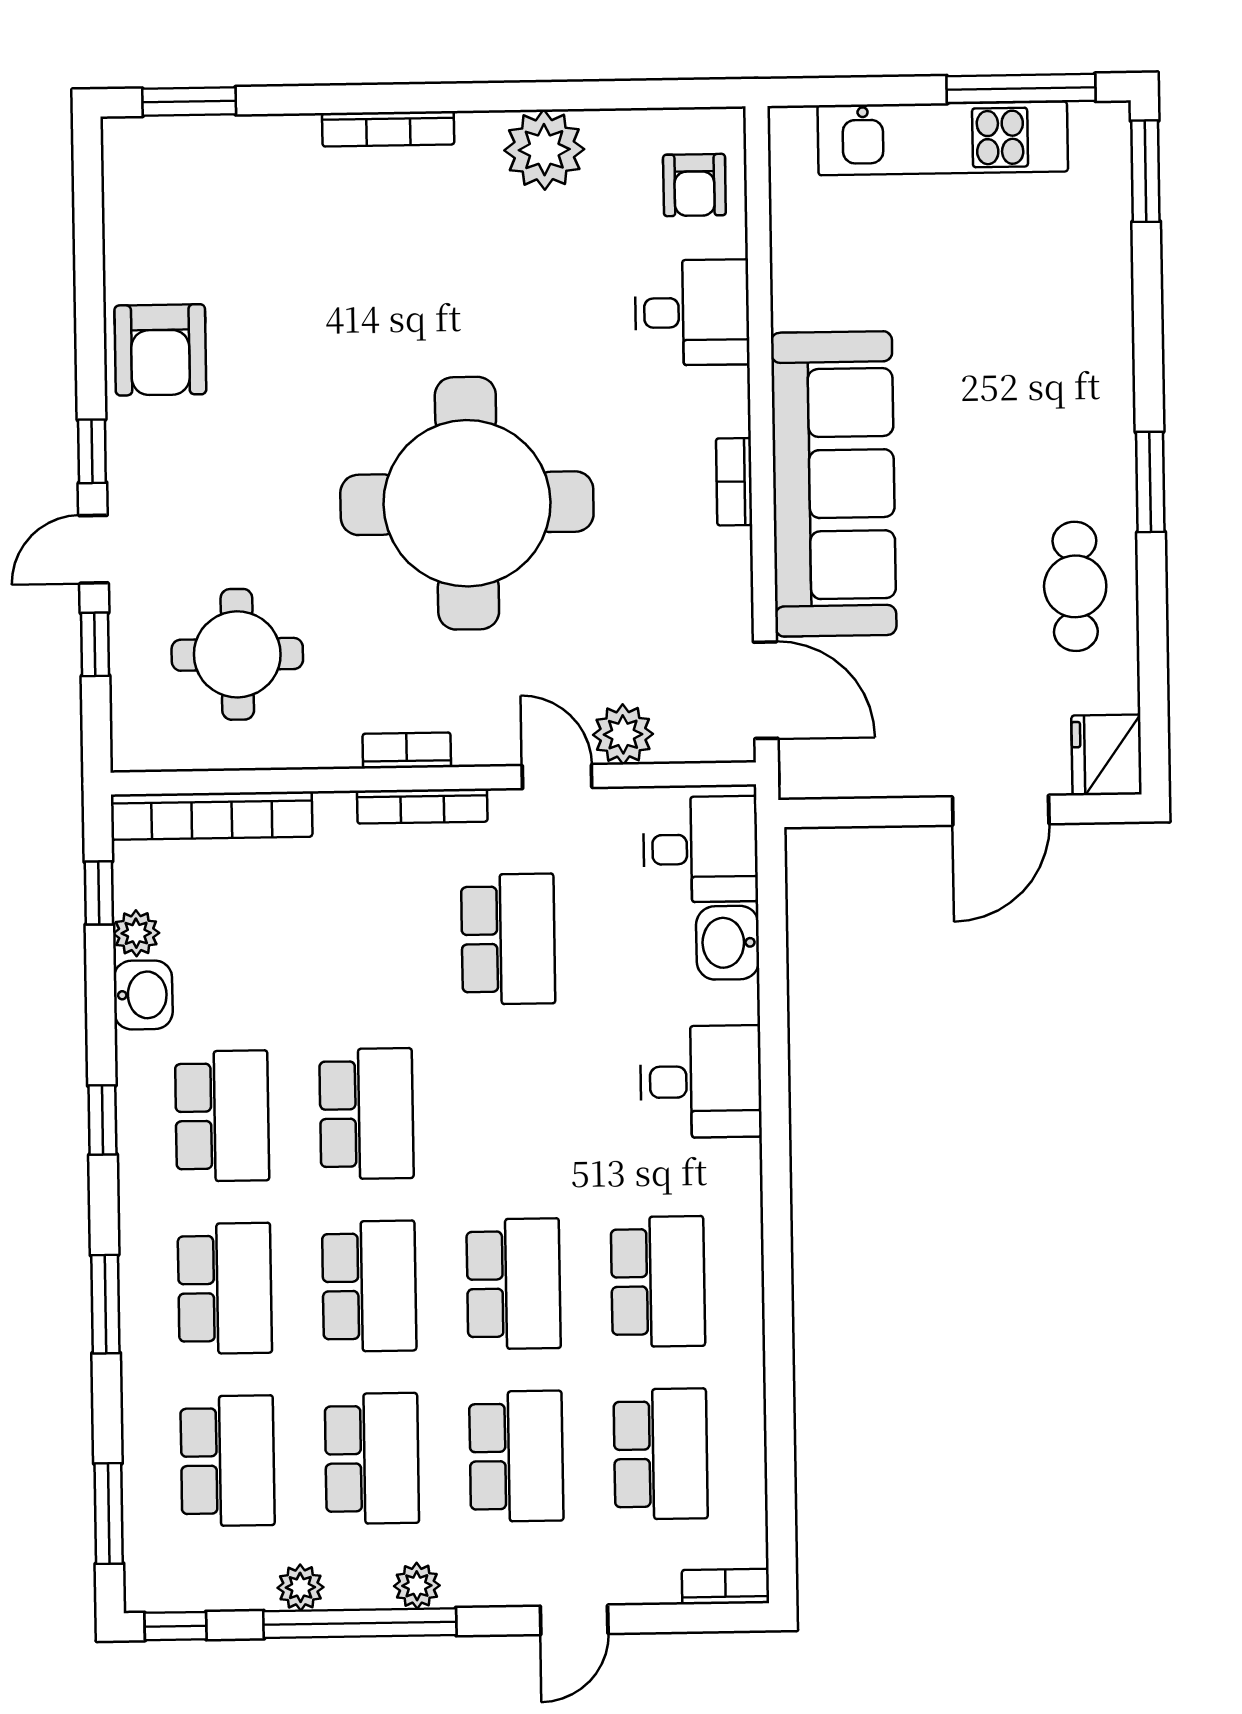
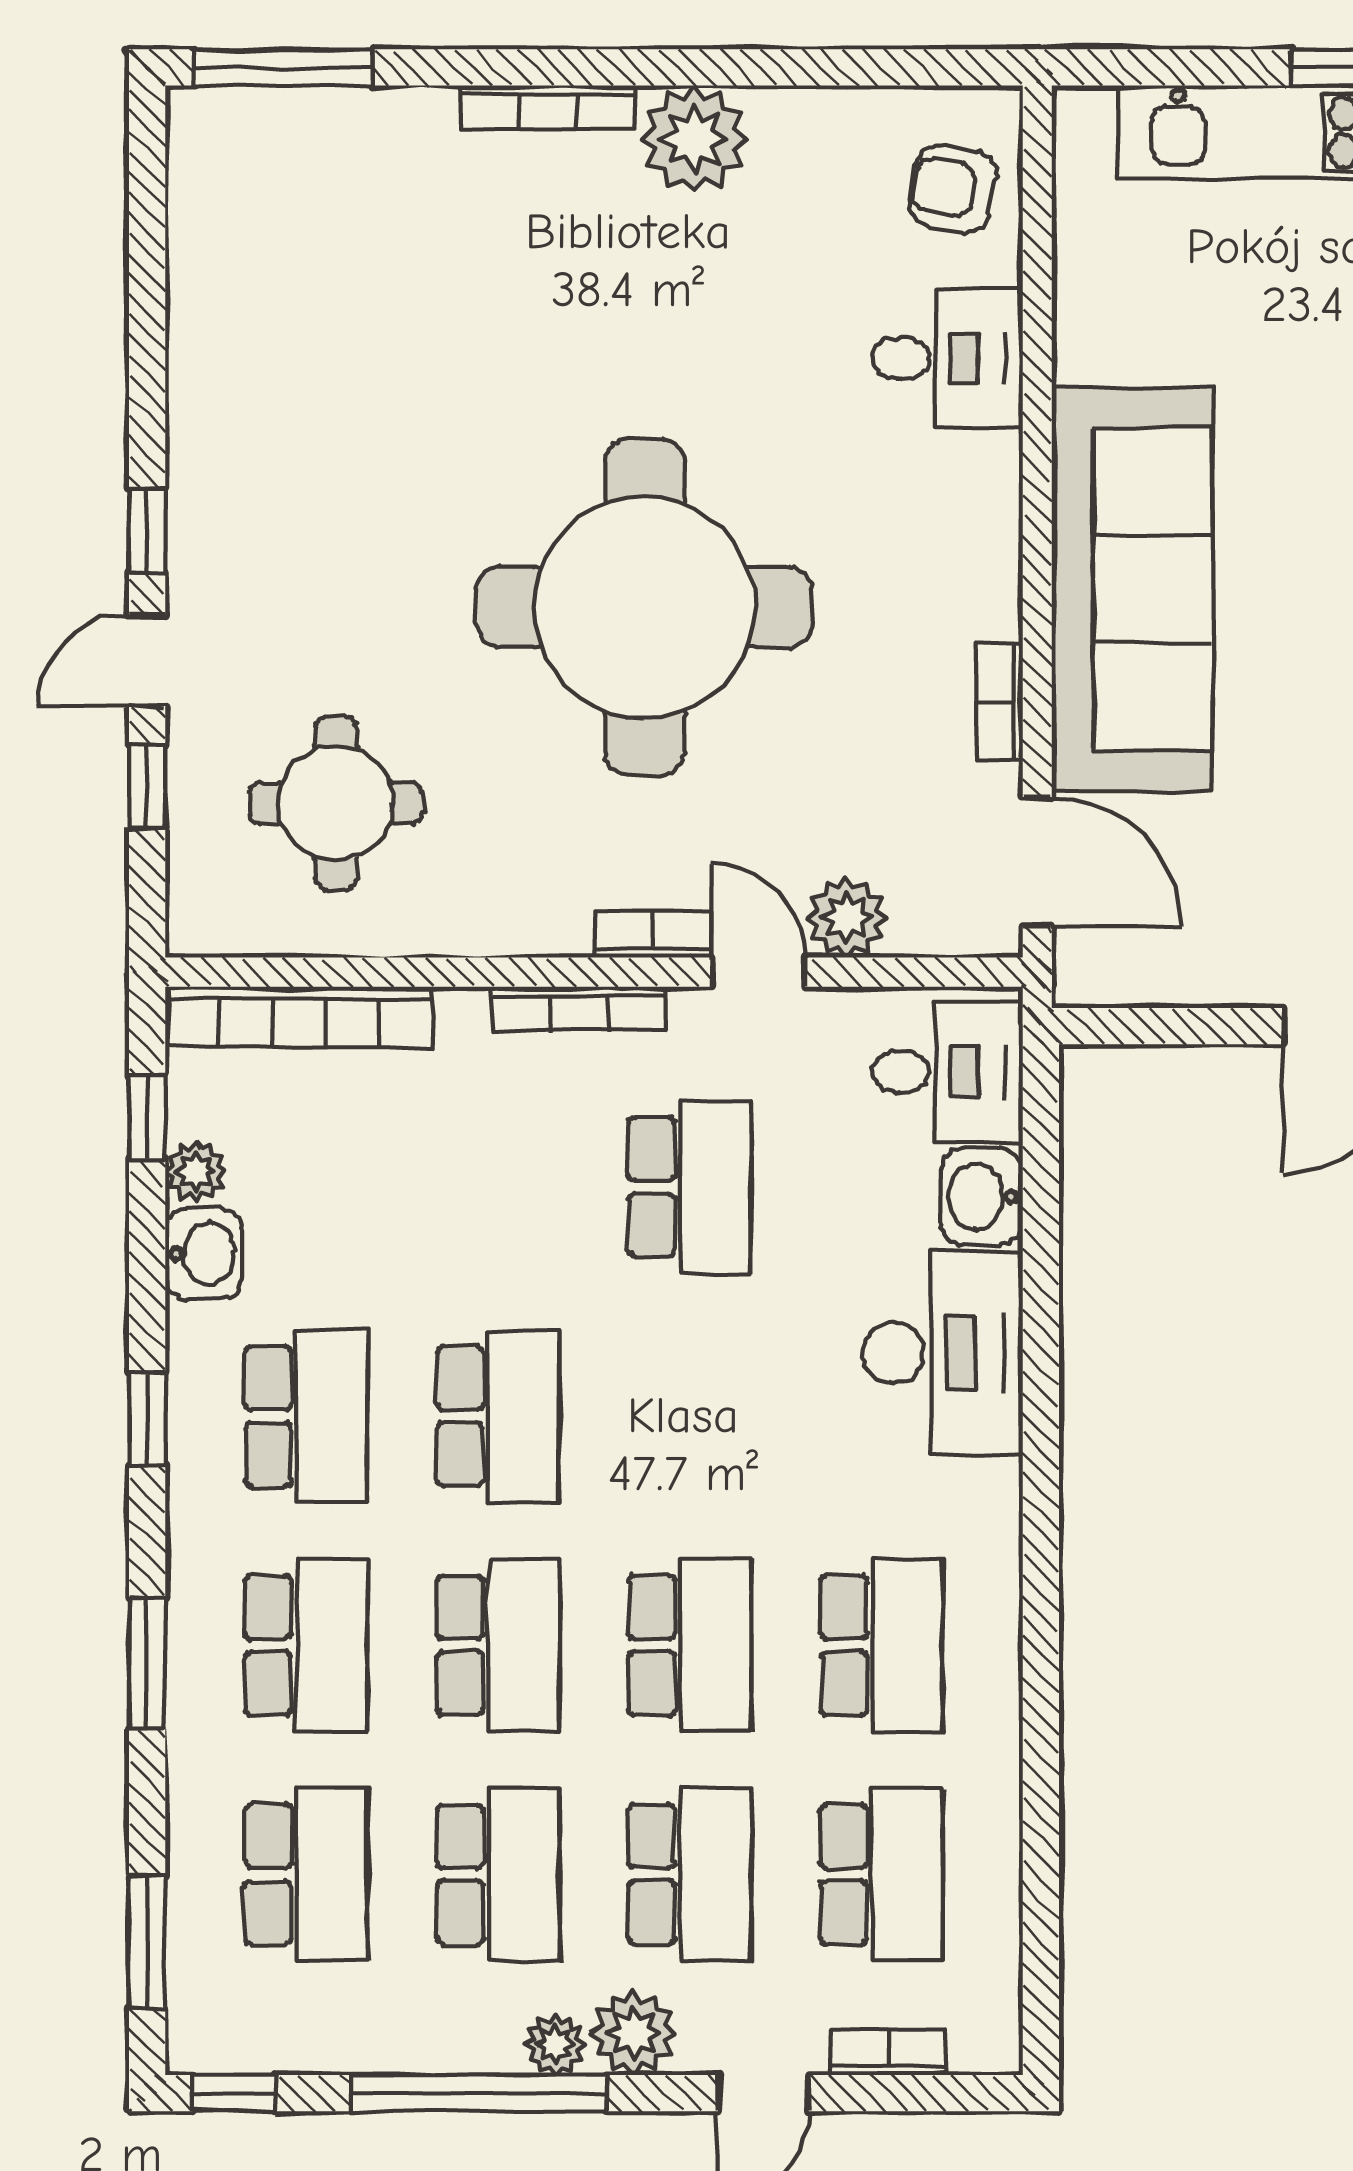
window: (189, 101) -> (283, 67), width x1.44
plant: (544, 150) -> (694, 139), moved
armchair: (694, 185) -> (953, 189), turned 100
armchair: (160, 350) -> (240, 397), removed
bookcase: (734, 482) -> (1000, 702), moved
bookcase: (407, 750) -> (653, 934), moved
desk: (701, 1082) -> (943, 1353), width x1.37
plant: (300, 1587) -> (634, 2033), moved, width x1.38, depth x1.38
bookcase: (726, 1587) -> (889, 2052), moved

